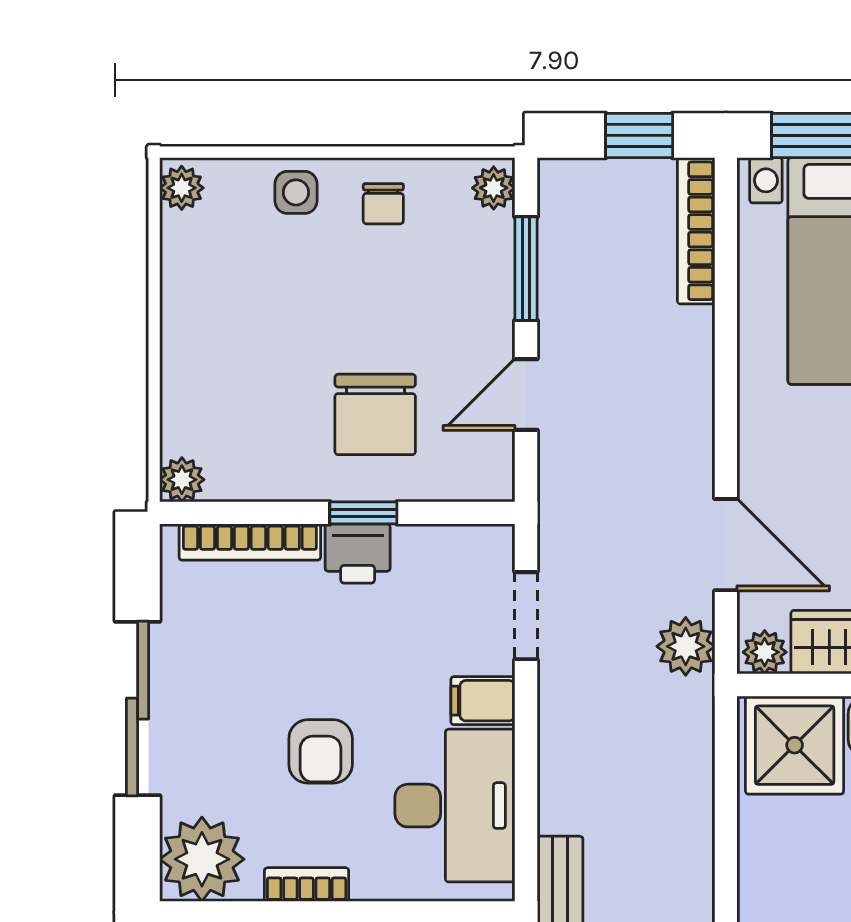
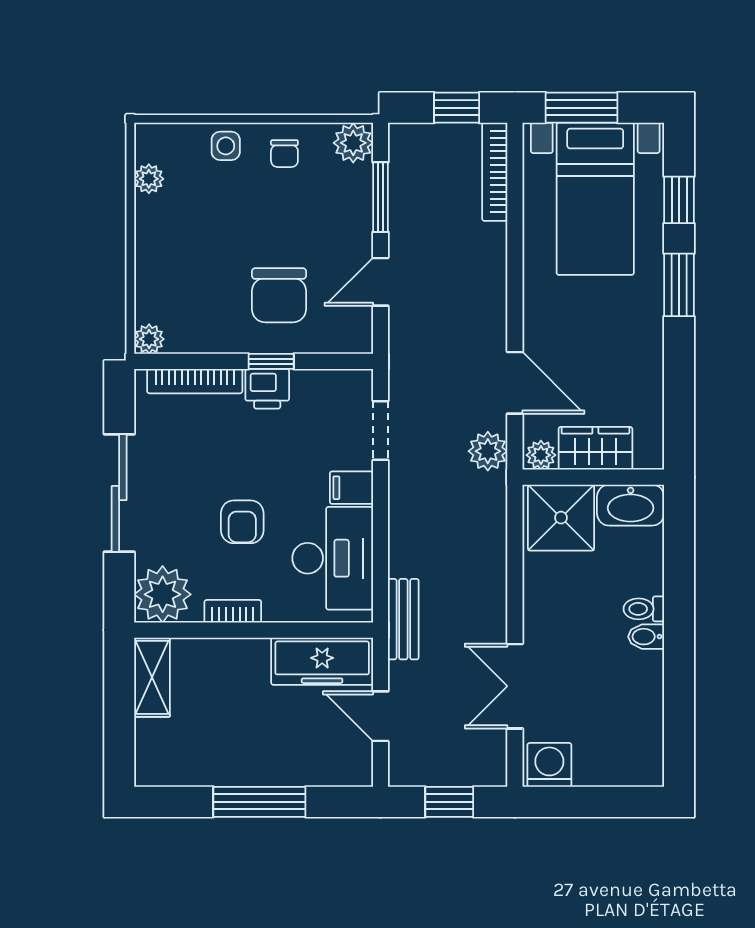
plant: (182, 188) -> (149, 179), moved
plant: (494, 188) -> (353, 143), width x1.38, depth x1.38

